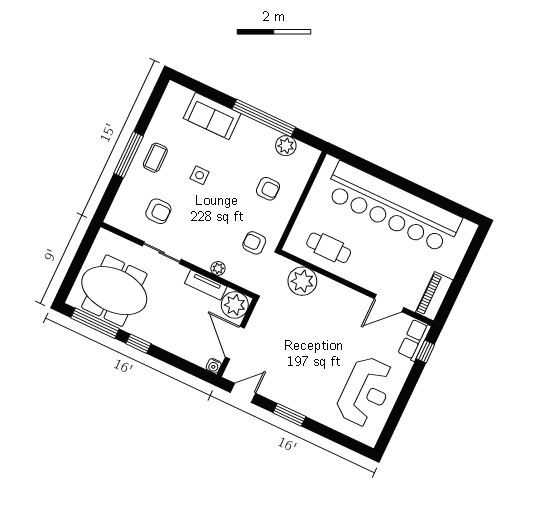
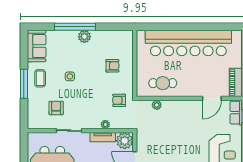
sofa: (212, 116) -> (37, 46), moved, turned -90
window: (264, 118) -> (75, 27), moved
plant: (286, 146) -> (84, 37), moved
armchair: (158, 211) -> (56, 108), turned -90
plant: (302, 281) -> (157, 105), width x0.53, depth x0.53

